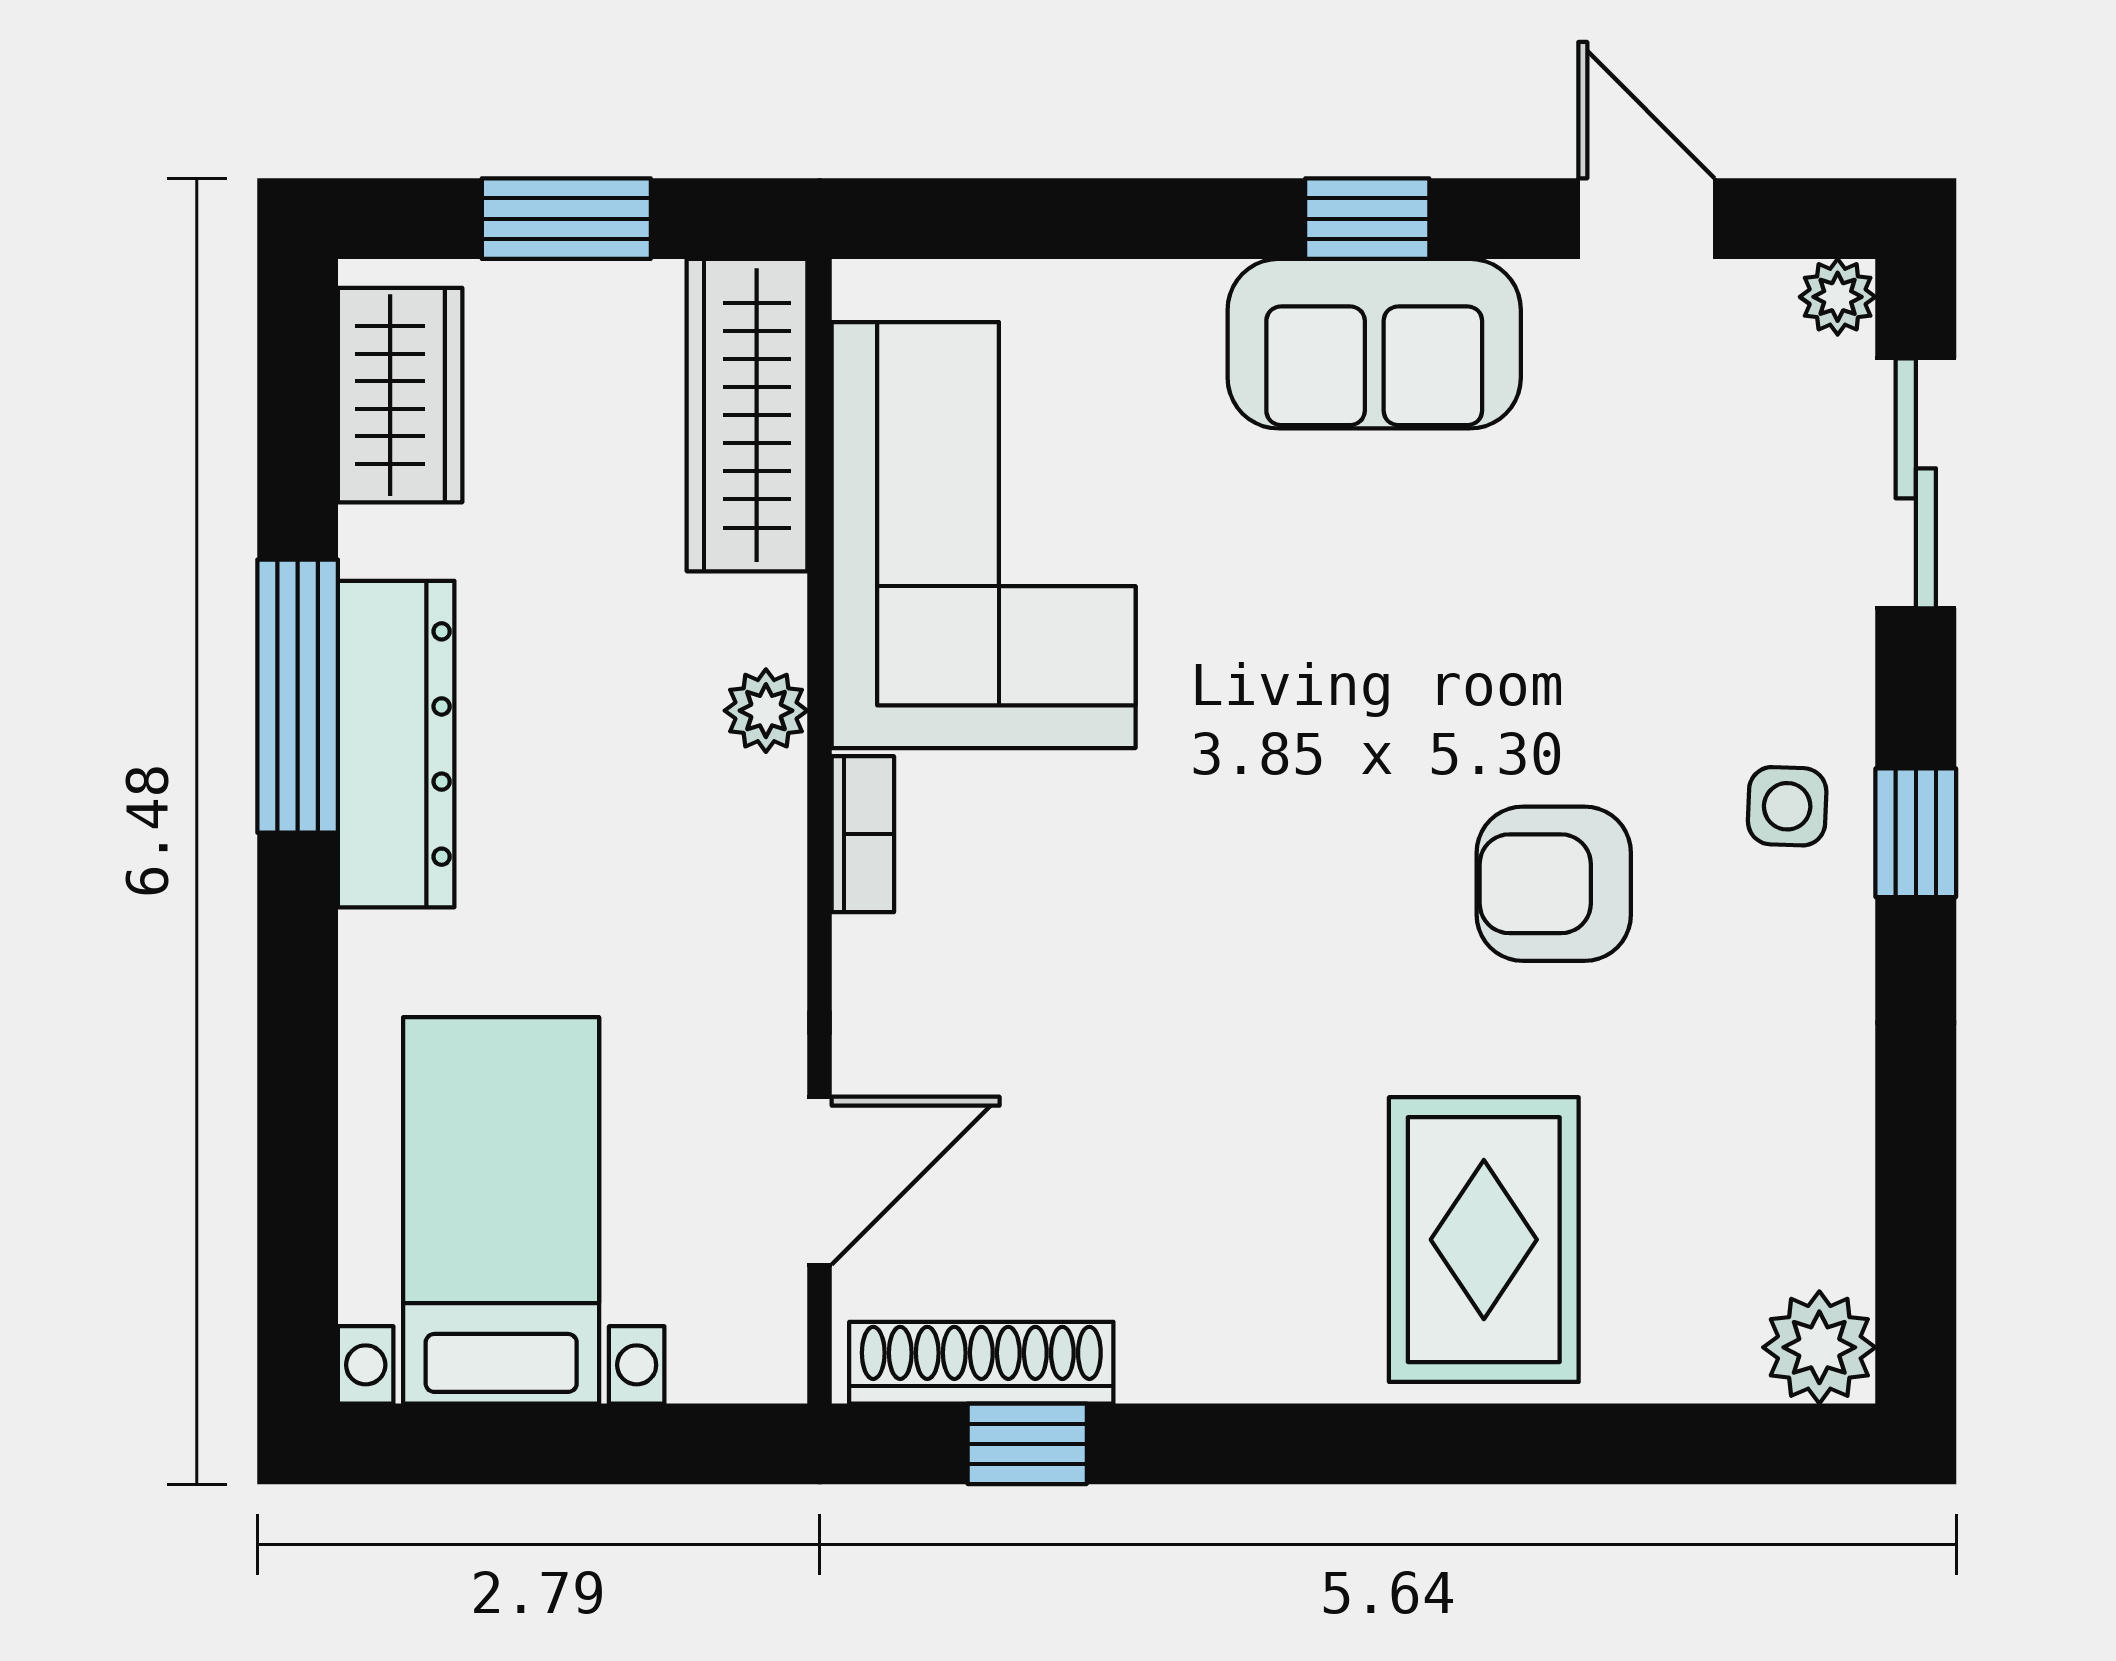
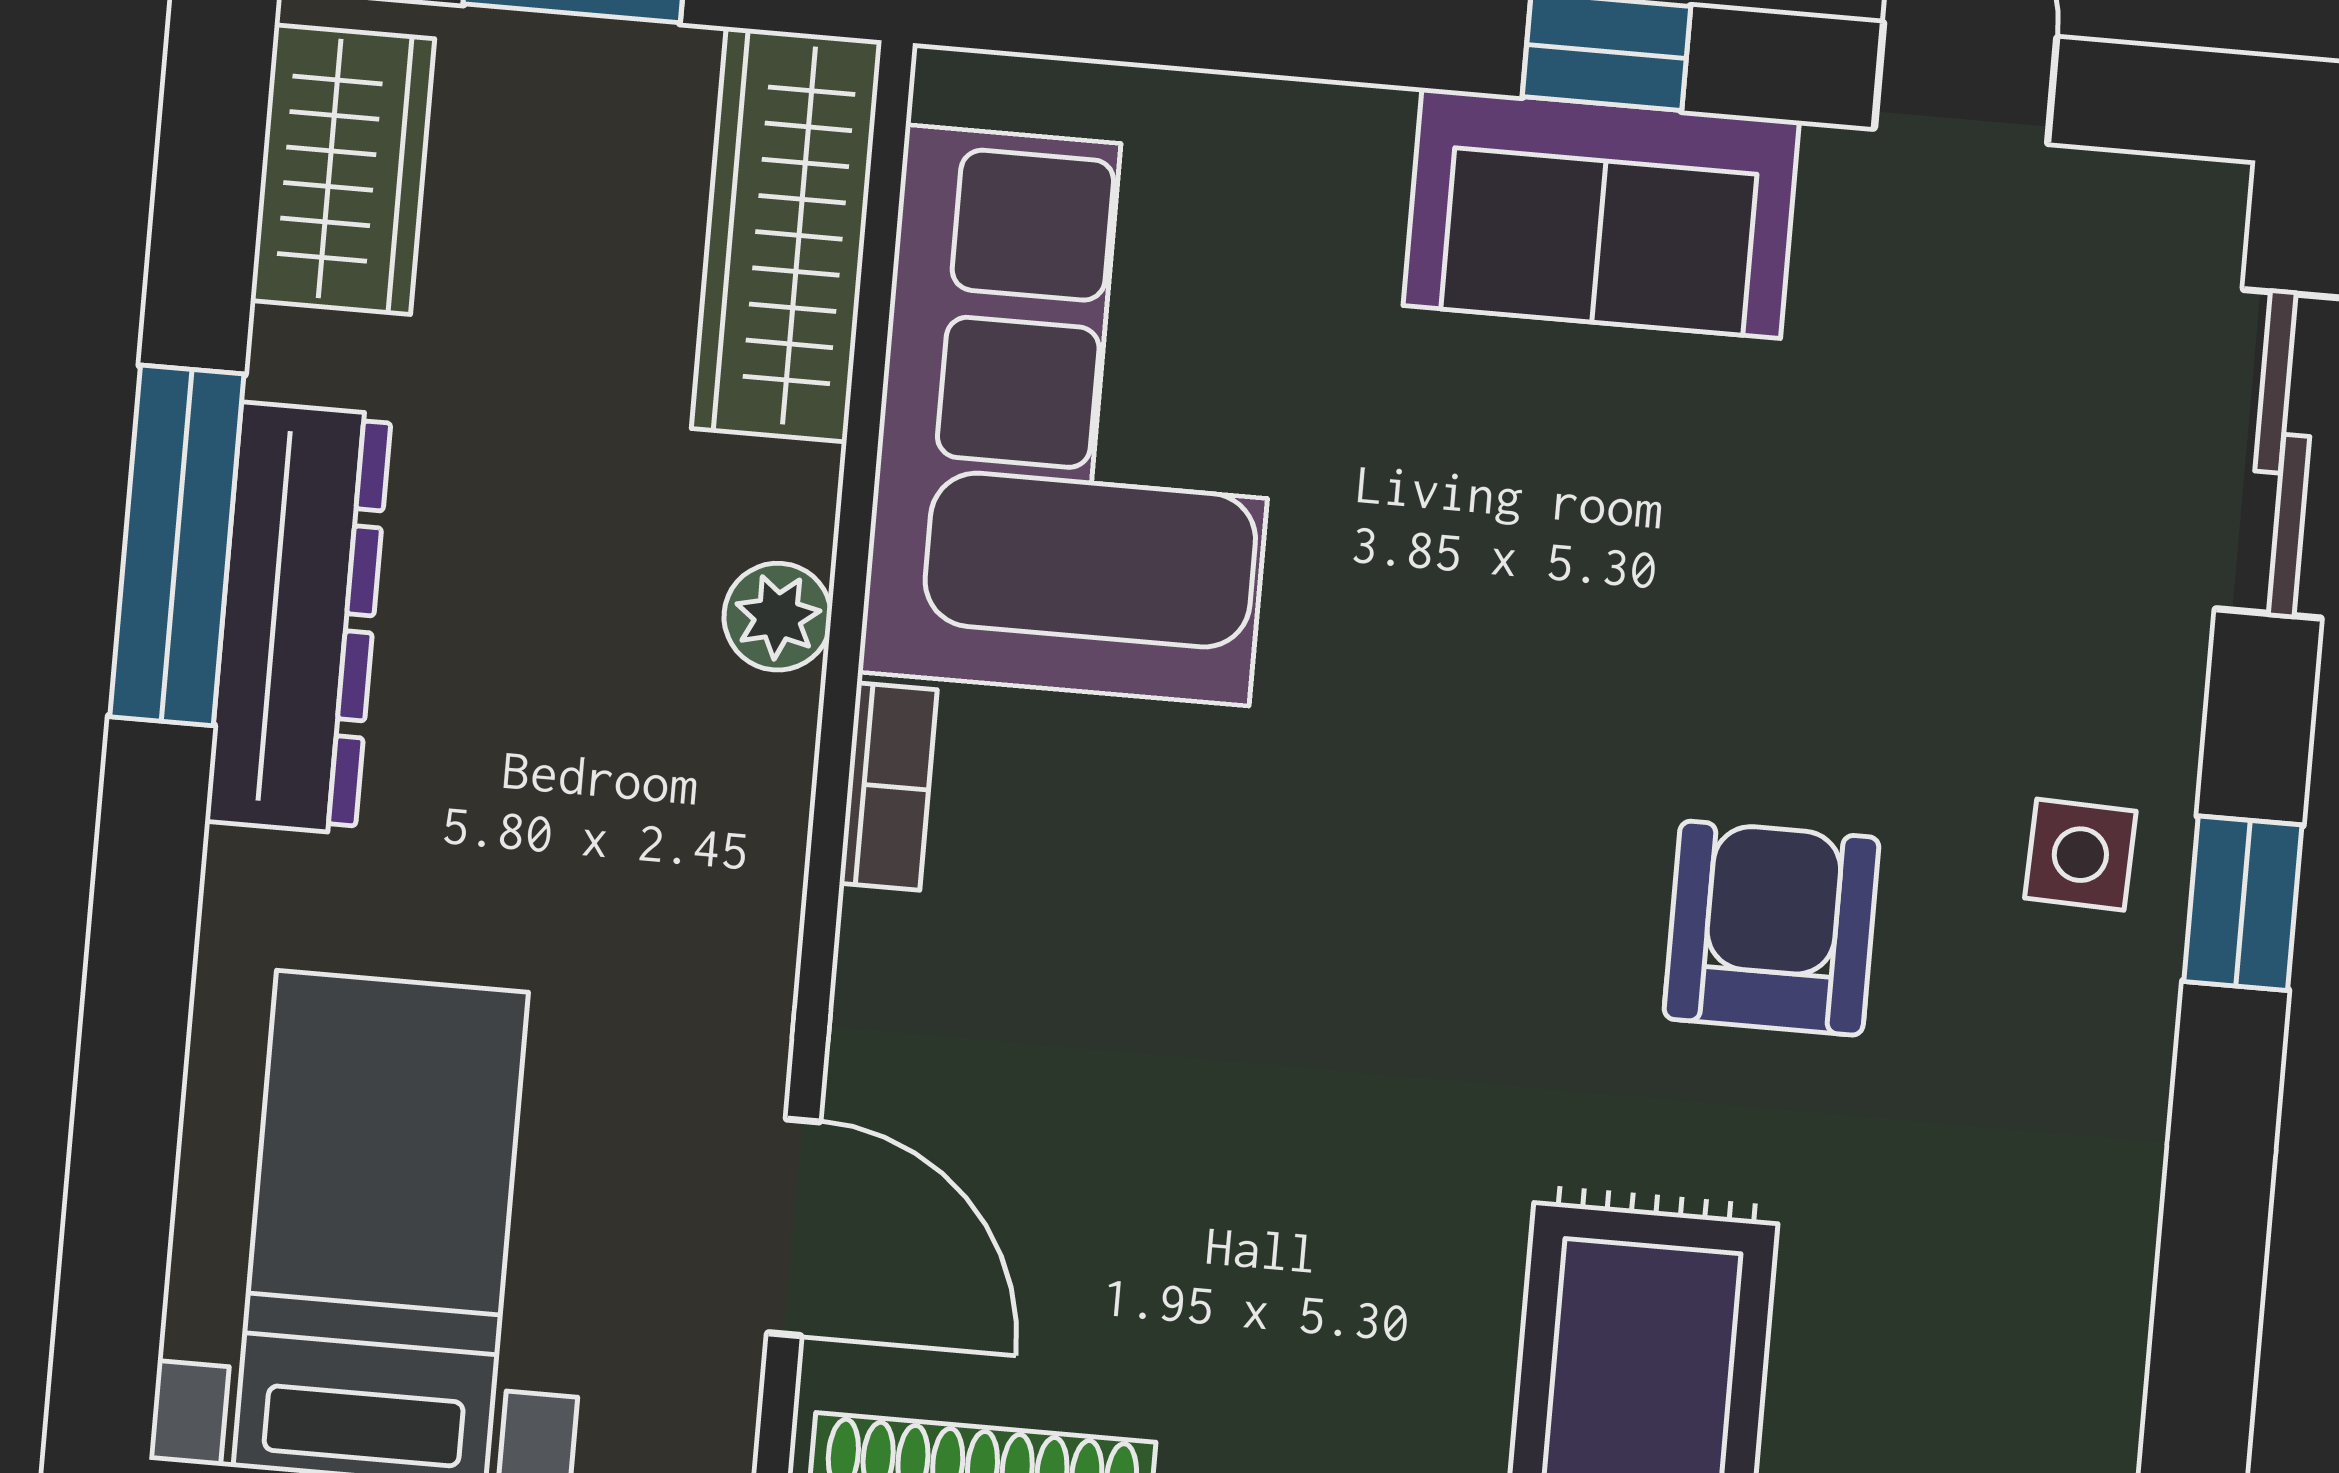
plant: (1838, 297) -> (2203, 205), removed
armchair: (1554, 884) -> (1771, 928), turned 90
door: (820, 1181) -> (794, 1227), hinge flipped

